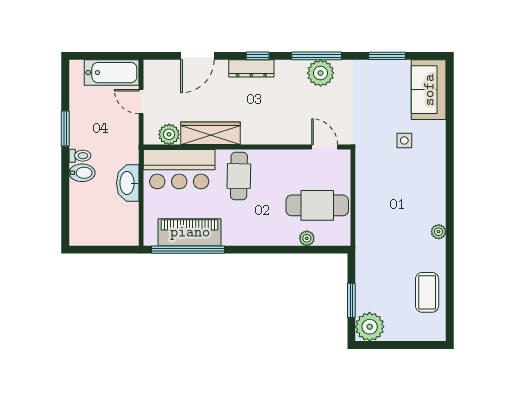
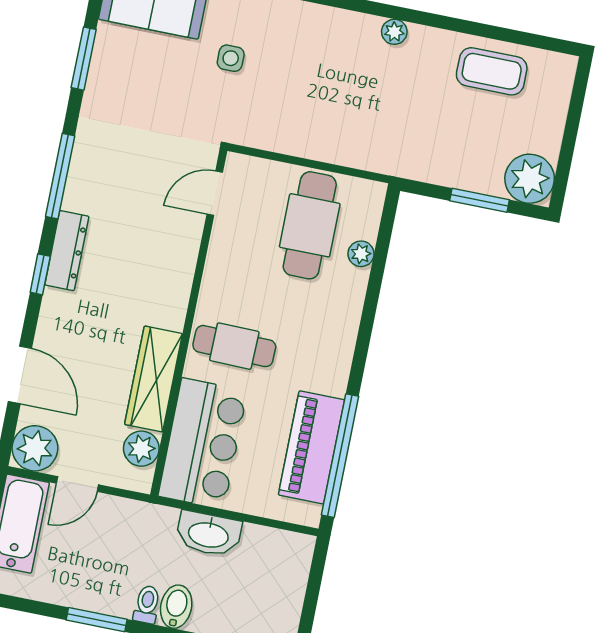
dresser: (251, 68) -> (67, 251), moved
plant: (321, 73) -> (35, 448), moved

